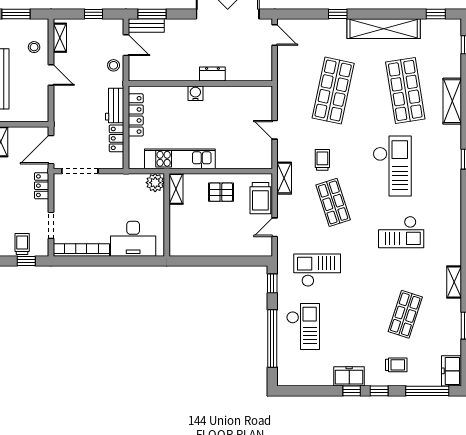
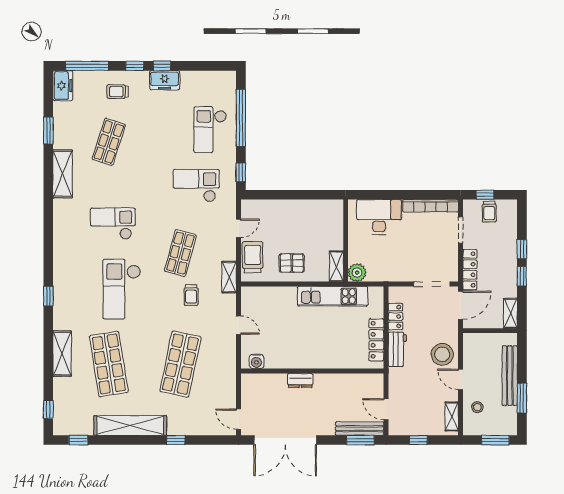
bench: (146, 25) -> (360, 429), width x1.36
stool: (114, 65) -> (442, 354), moved, width x1.89, depth x1.89
water cooler: (195, 93) -> (256, 361), moved
locker: (42, 186) -> (470, 270), width x1.53
shop shelf: (333, 202) -> (180, 253), turned 33
checkout: (317, 270) -> (196, 186), turned 180
shelving: (454, 282) -> (63, 174), width x1.50, depth x1.33

